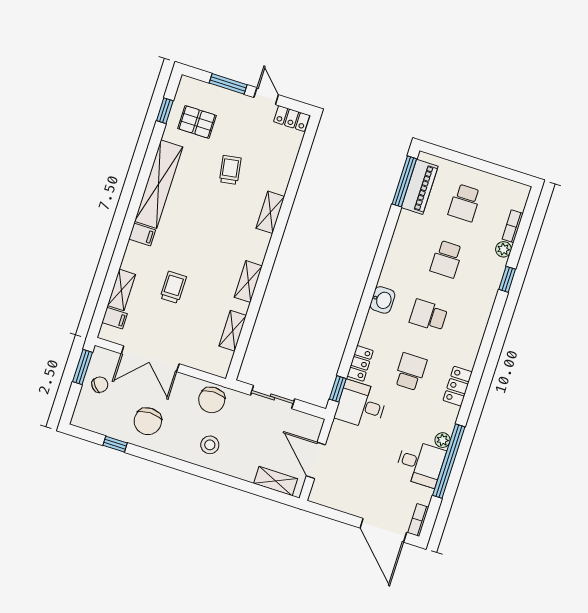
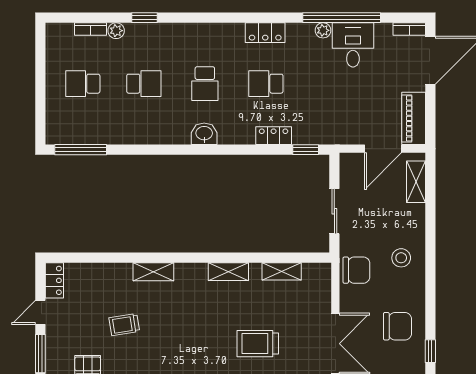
piano: (420, 187) -> (414, 118), moved, turned -90
school desk: (465, 203) -> (83, 84), turned 180
trolley: (173, 287) -> (258, 344), width x1.36, depth x1.39
desk: (361, 405) -> (314, 122), removed

